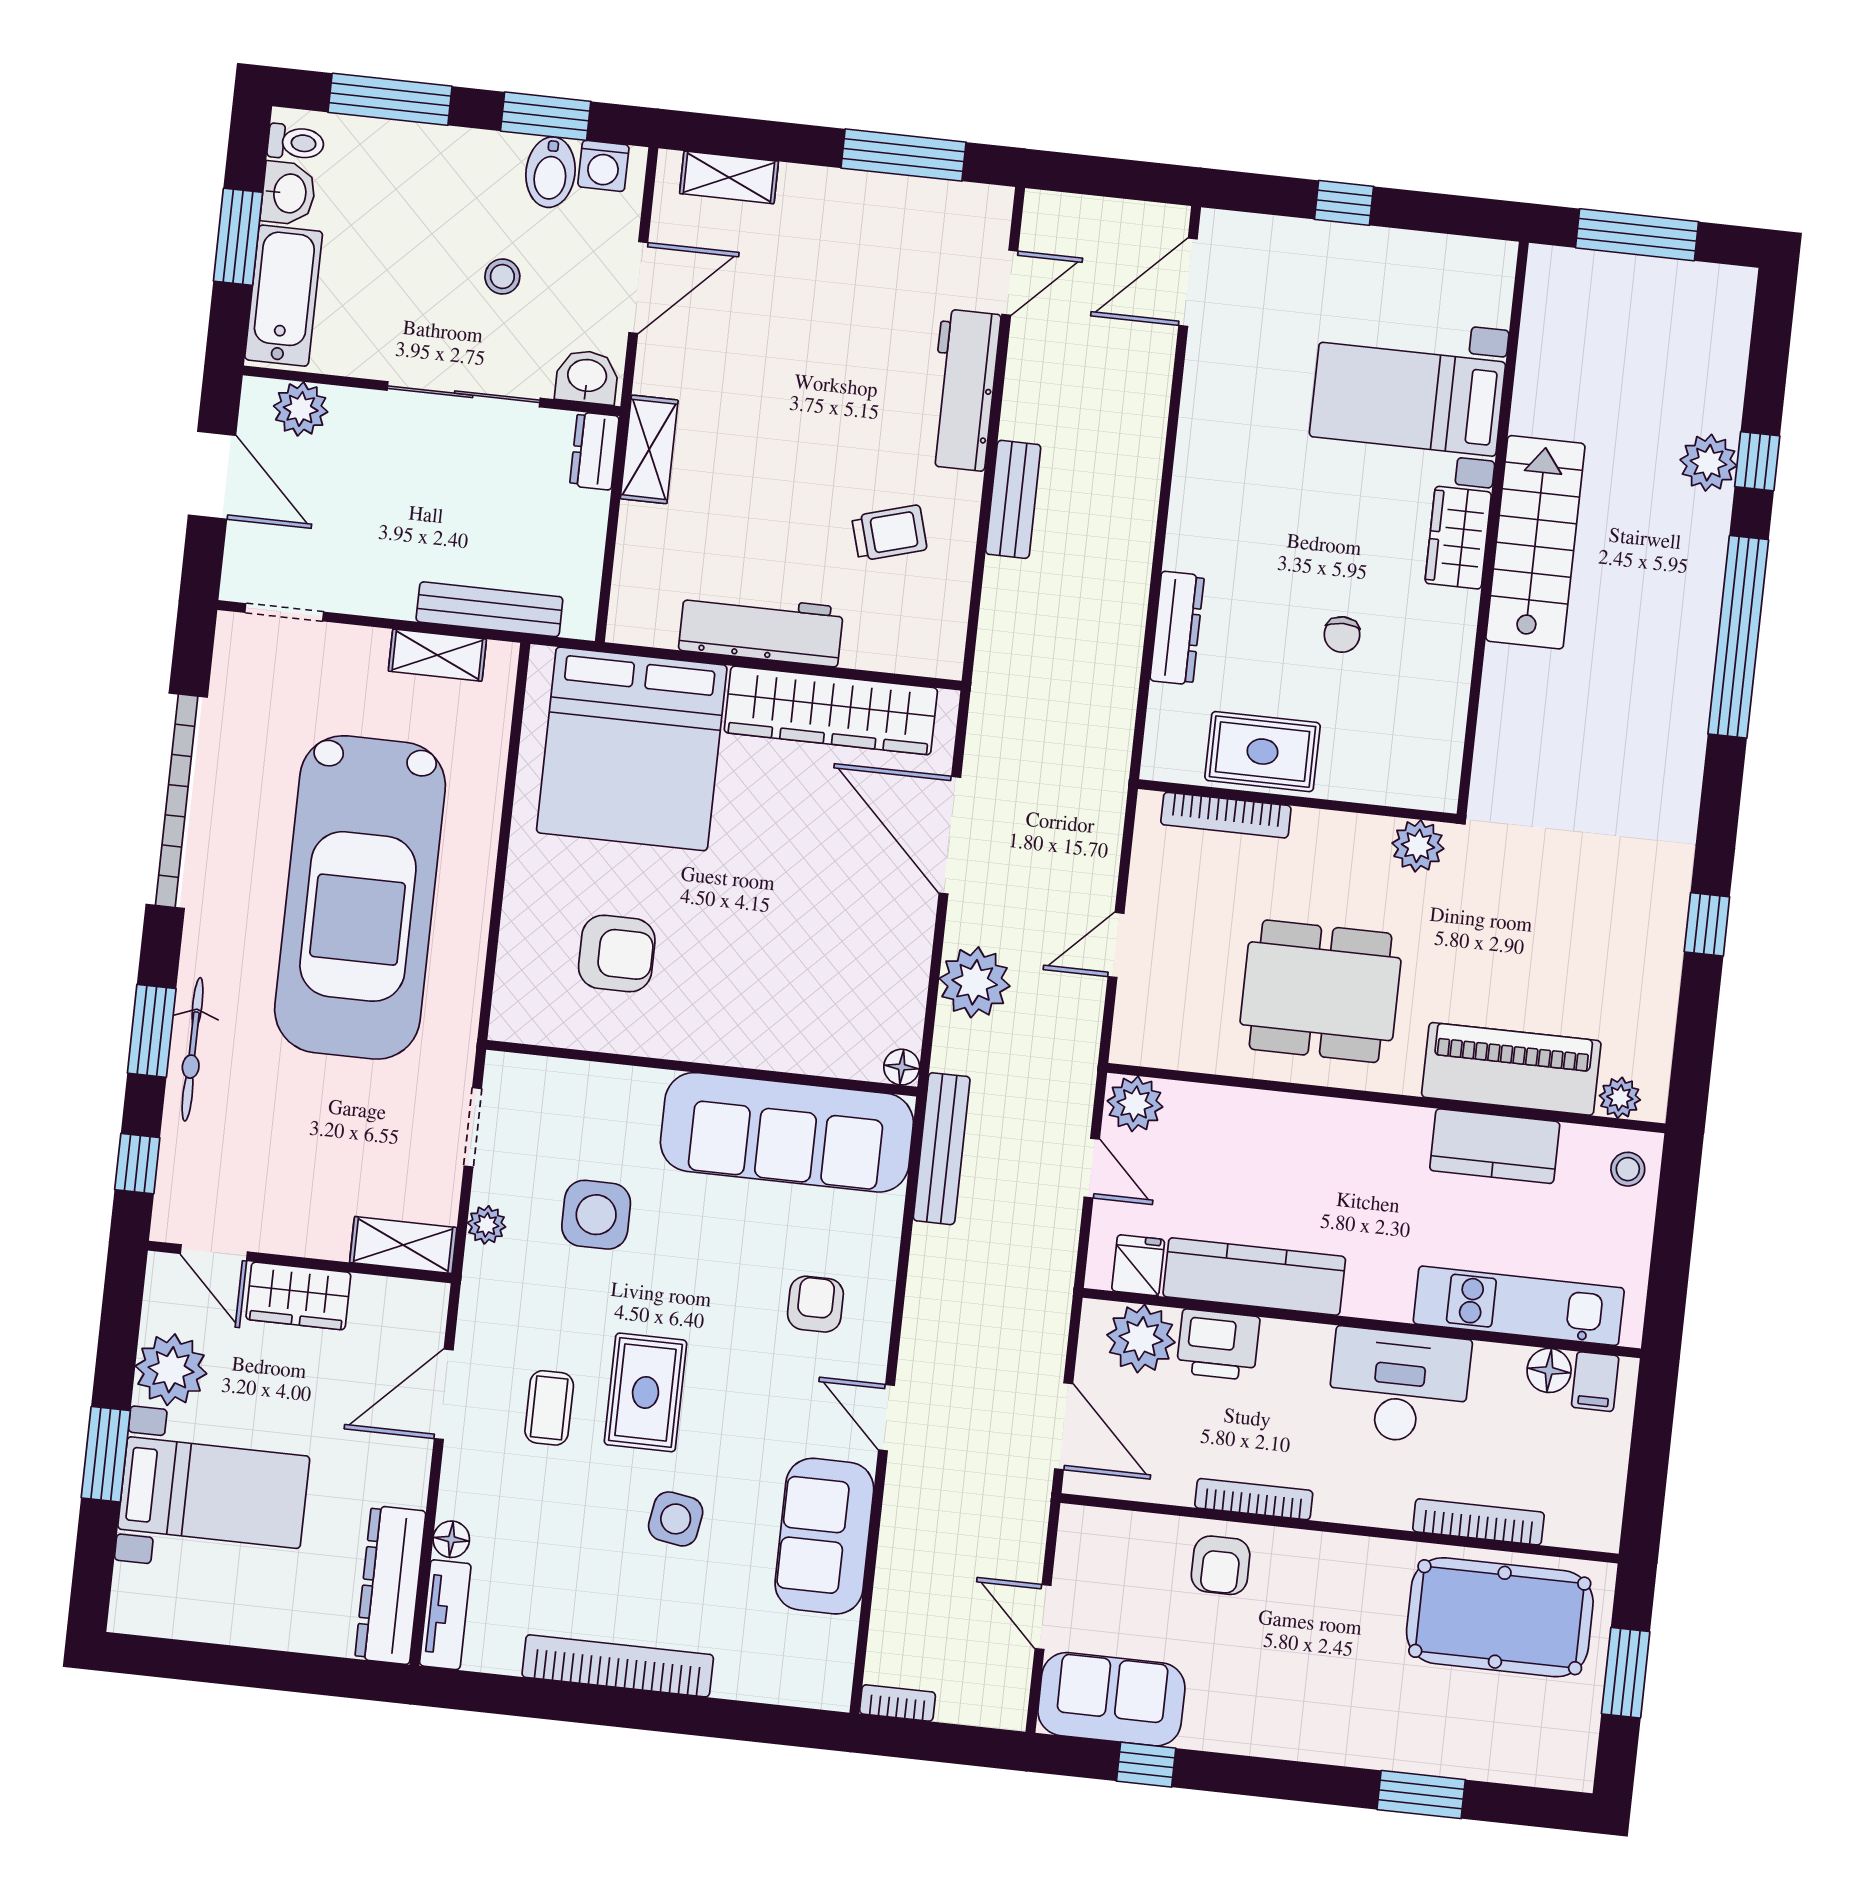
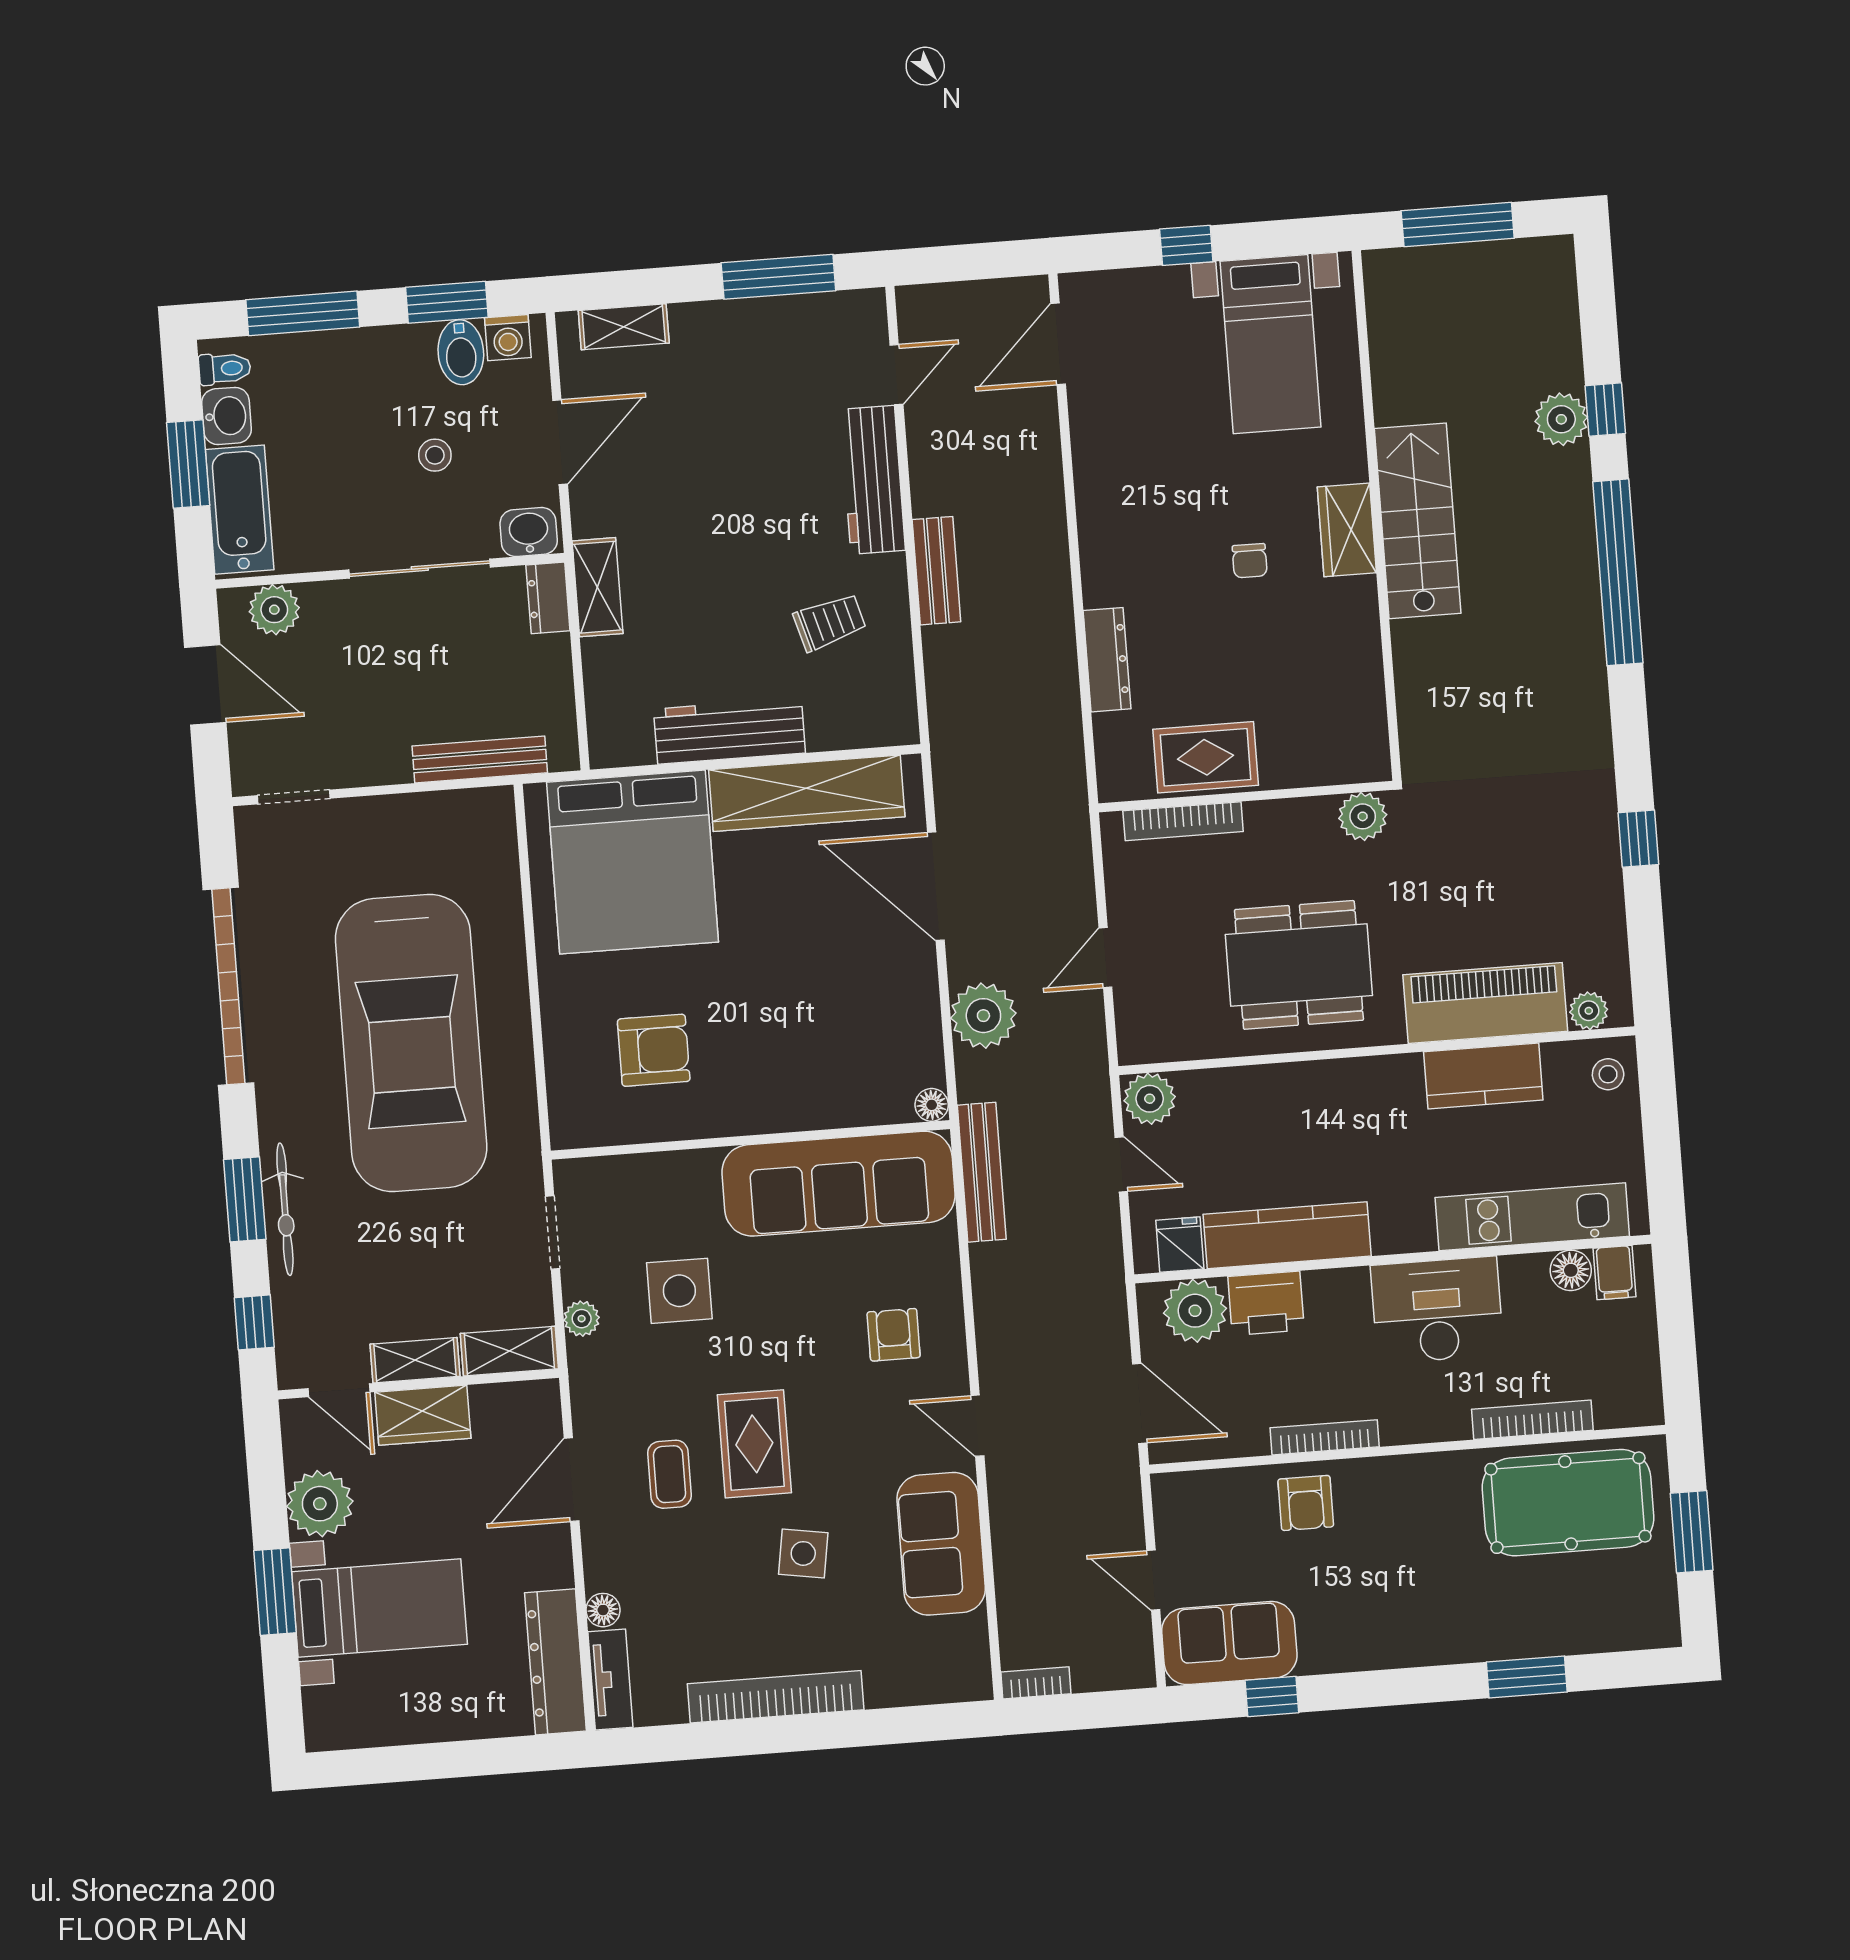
bed with nightstands: (1407, 399) -> (1271, 344), moved, turned -90
chair: (1342, 635) -> (1250, 561), moved
shelving: (437, 655) -> (415, 1360), moved

